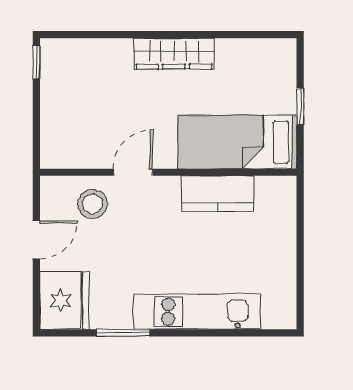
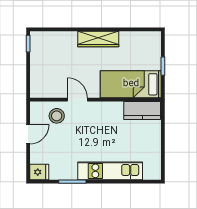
door: (133, 172) -> (77, 100), hinge flipped
kitchen counter: (218, 194) -> (142, 111), moved
fridge: (64, 300) -> (39, 172), width x0.53, depth x0.75

